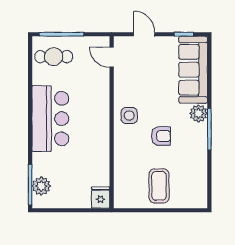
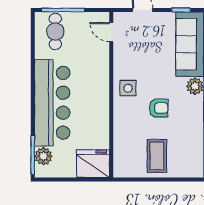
cafe table: (54, 57) -> (55, 32), turned 90
bar counter: (50, 119) -> (52, 103), width x1.36
fridge: (101, 198) -> (93, 164), width x1.88, depth x1.34

